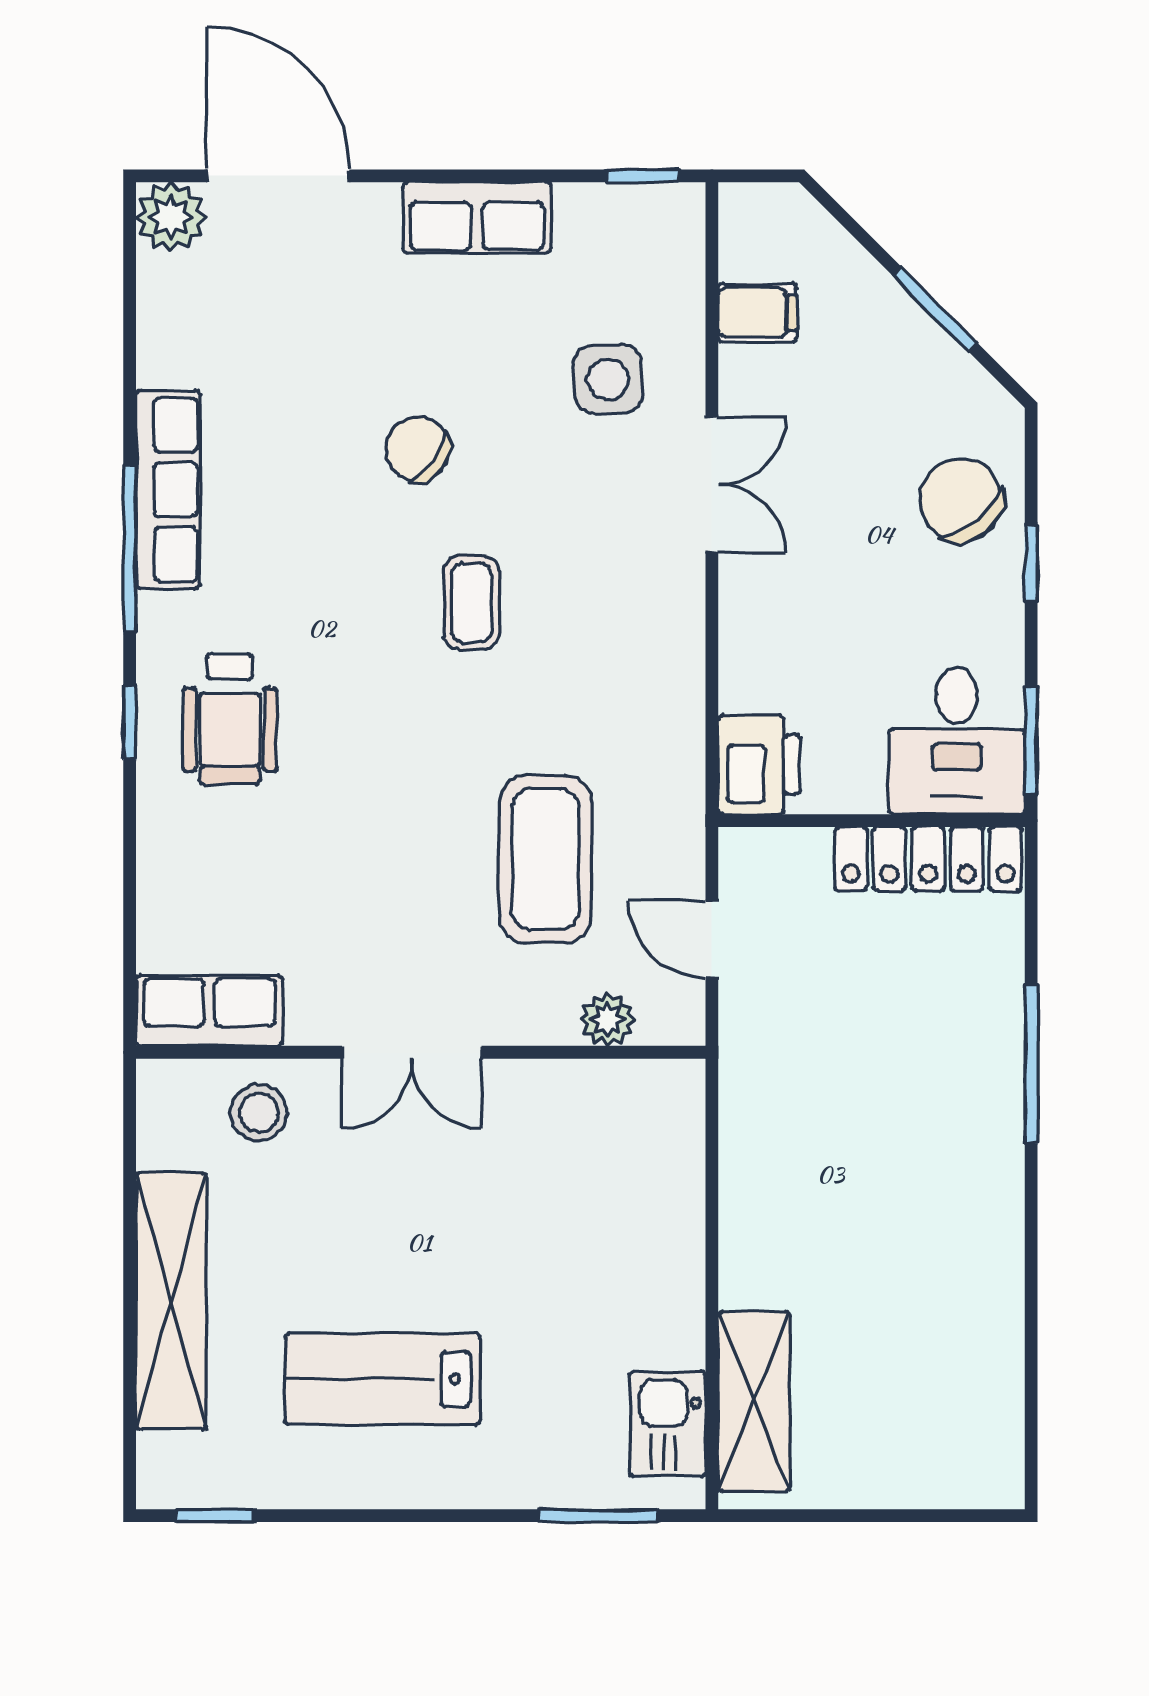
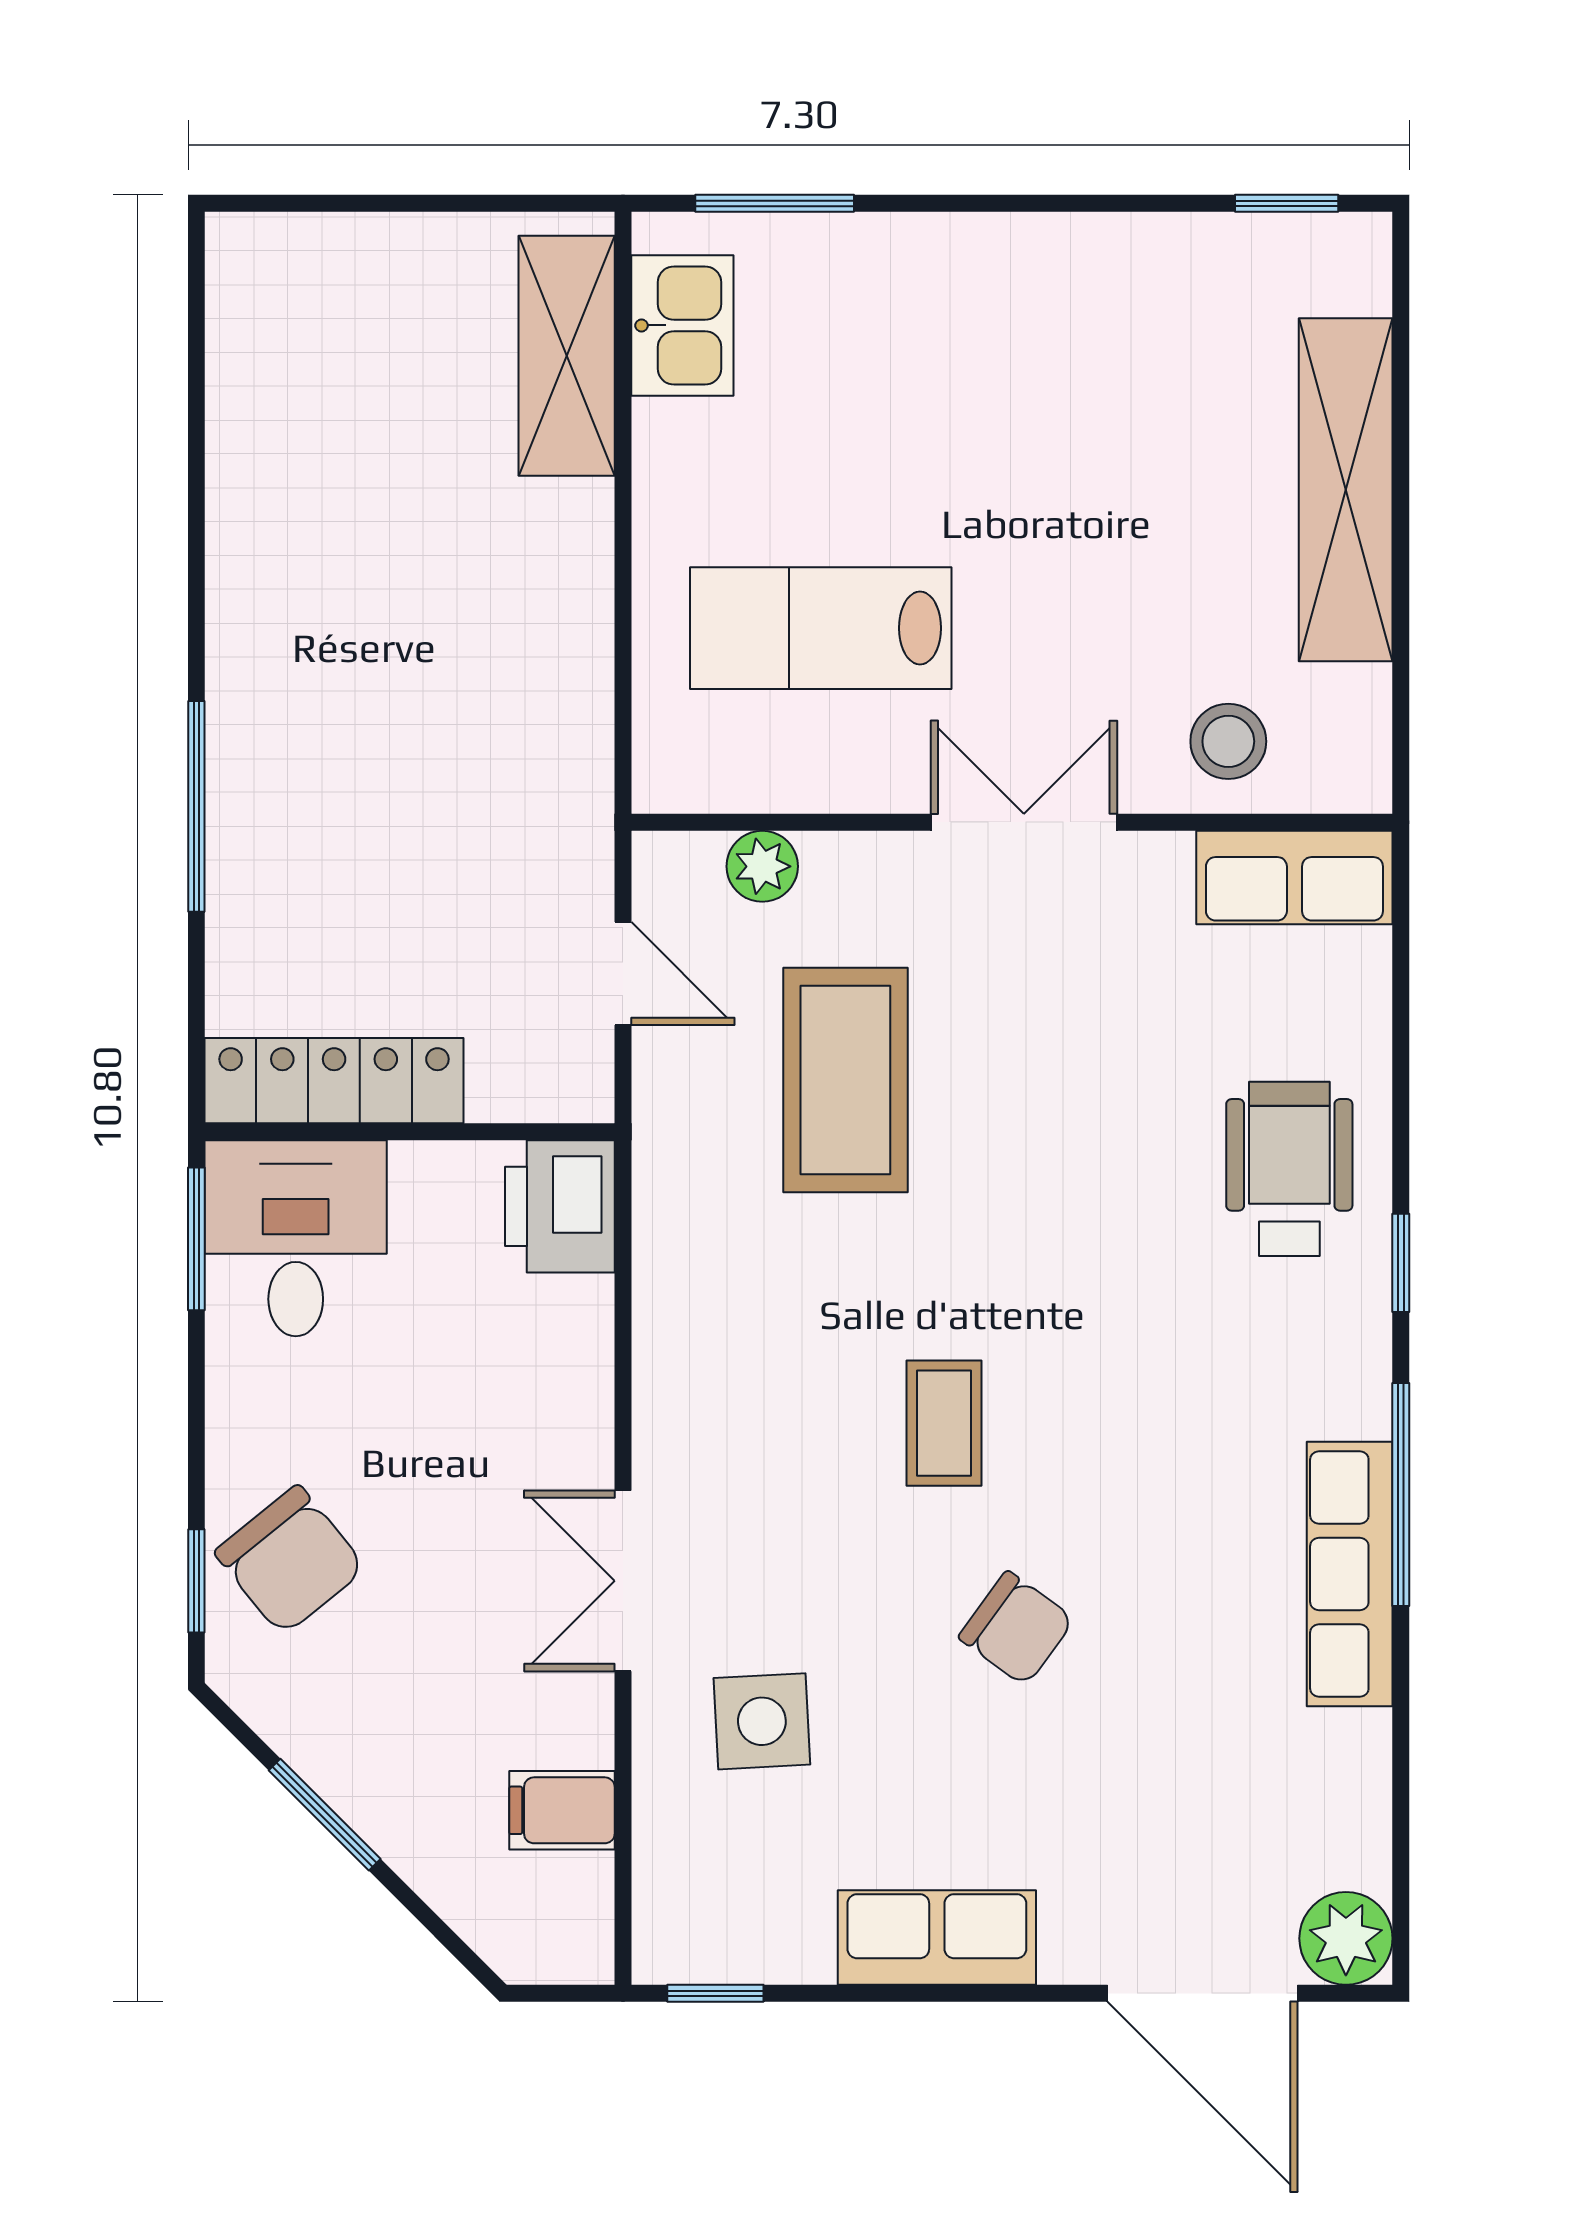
window: (1031, 563) -> (196, 1581), moved
wheelchair: (230, 719) -> (1289, 1169), moved
lab bench: (382, 1379) -> (821, 628), moved, turned 180

